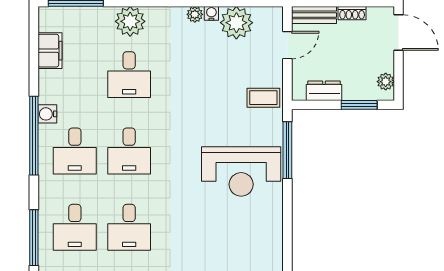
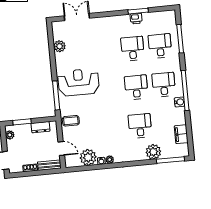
plant: (130, 21) -> (153, 152), moved
door: (287, 45) -> (61, 149), swing flipped
plant: (272, 246) -> (60, 46), added

